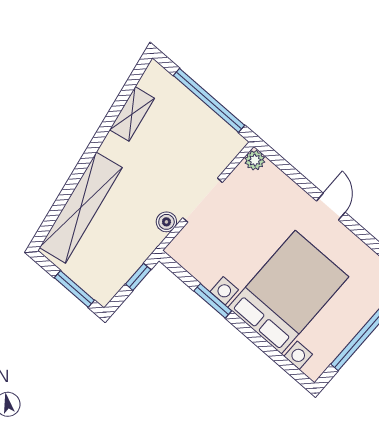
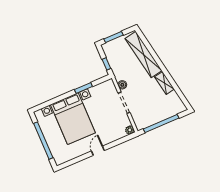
shelving: (132, 114) -> (164, 83), moved
door: (331, 207) -> (98, 151), swing flipped

